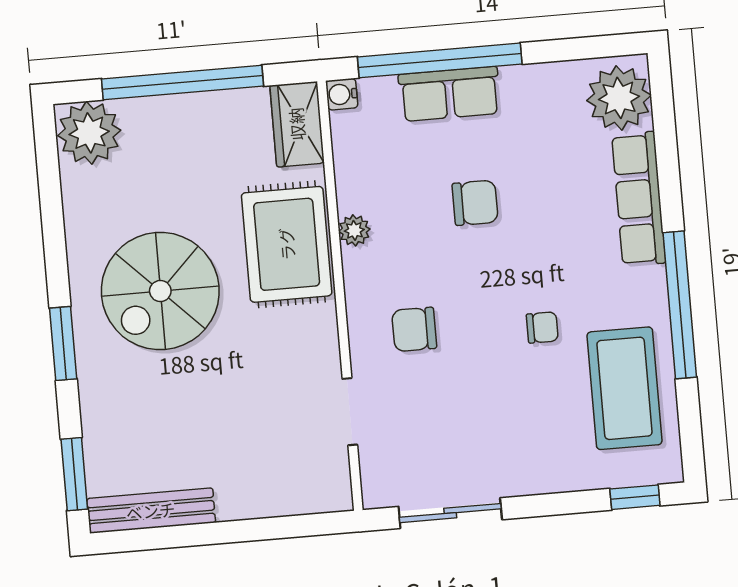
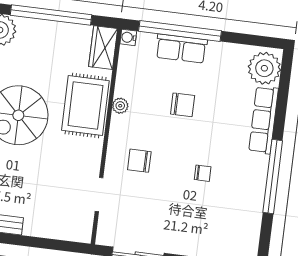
coffee table: (624, 388) -> (237, 212), removed

